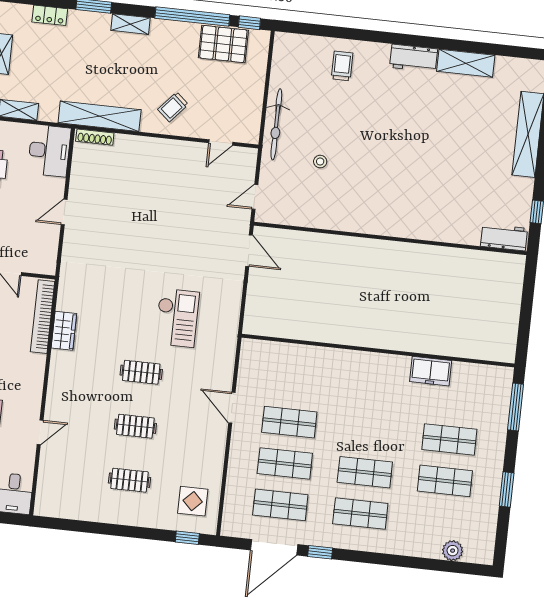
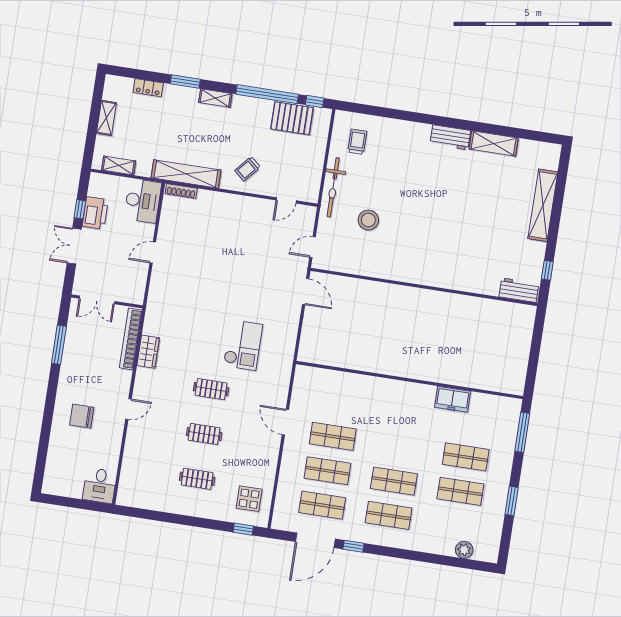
trolley: (342, 66) -> (357, 142), moved
stool: (320, 162) -> (368, 220), width x1.89, depth x1.89
door: (40, 432) -> (128, 409), moved

